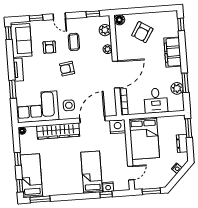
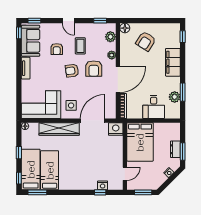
window: (36, 18) -> (34, 21), moved
armchair: (90, 65) -> (94, 69), added
window: (13, 89) -> (19, 86), removed
window: (189, 128) -> (183, 152), moved
bed: (92, 172) -> (50, 170), moved

